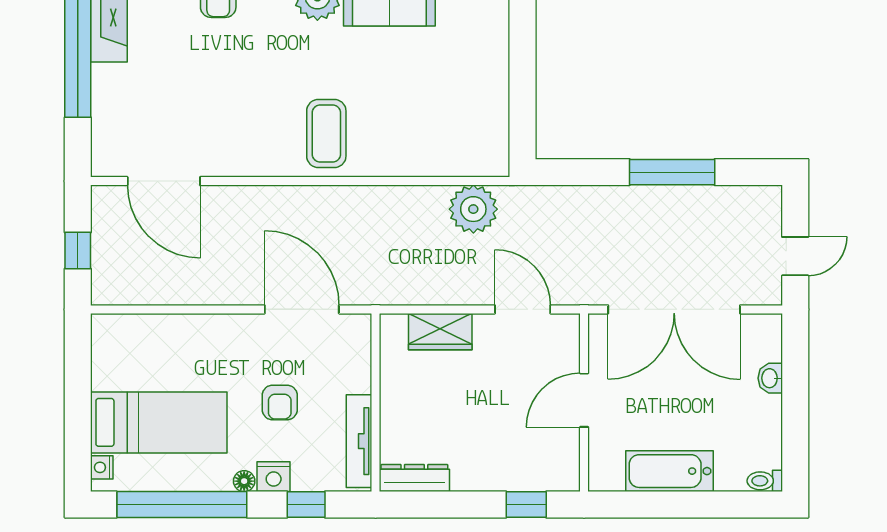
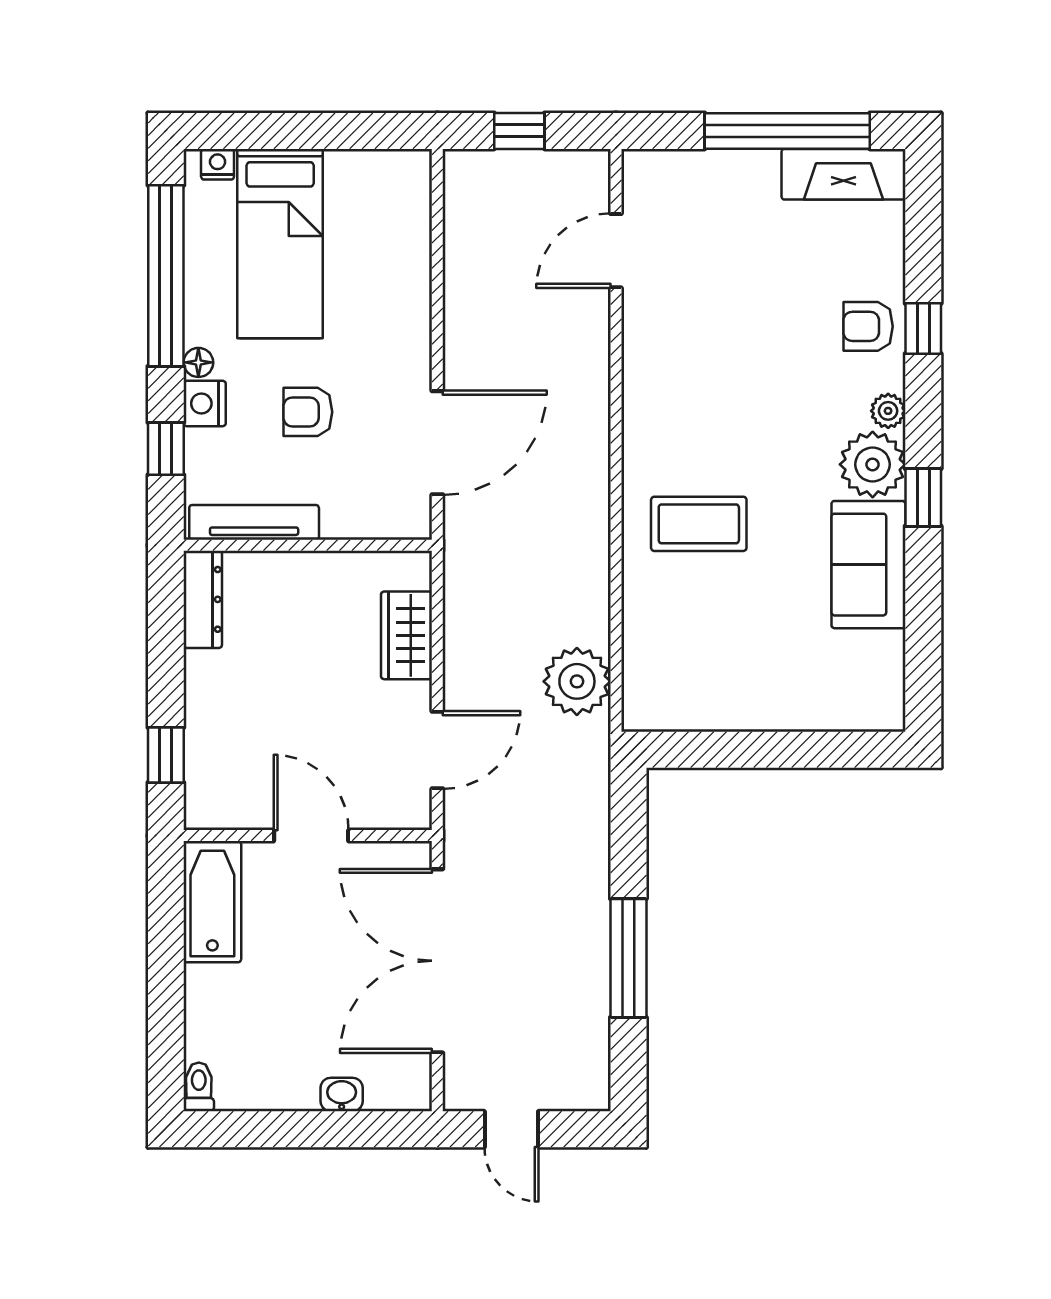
coffee table: (326, 134) -> (699, 524), moved
door: (164, 181) -> (616, 251), width x0.73
bathtub: (669, 471) -> (212, 902), moved

